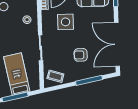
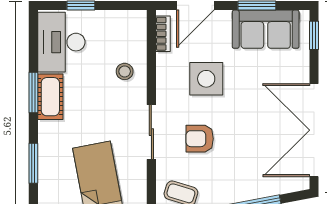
armchair: (81, 55) -> (200, 139), moved

